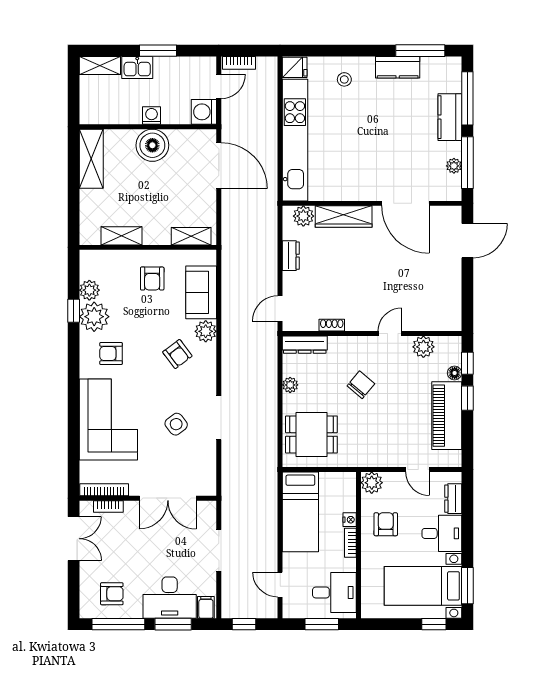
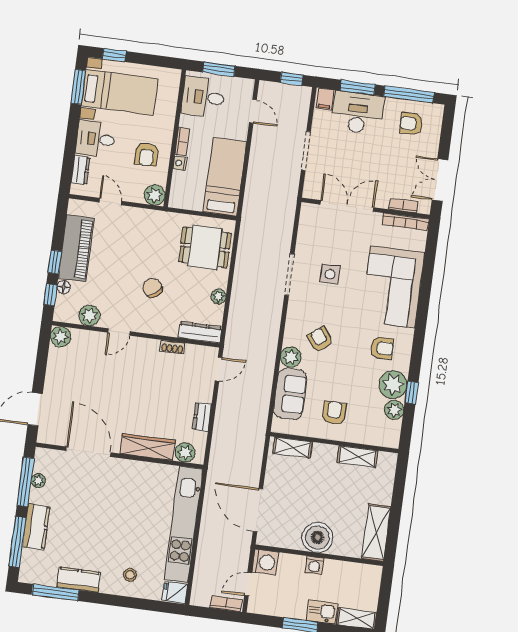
plant: (451, 320) -> (61, 337), added
chair: (361, 385) -> (152, 288), turned 103
side table: (176, 424) -> (330, 274), turned 38

